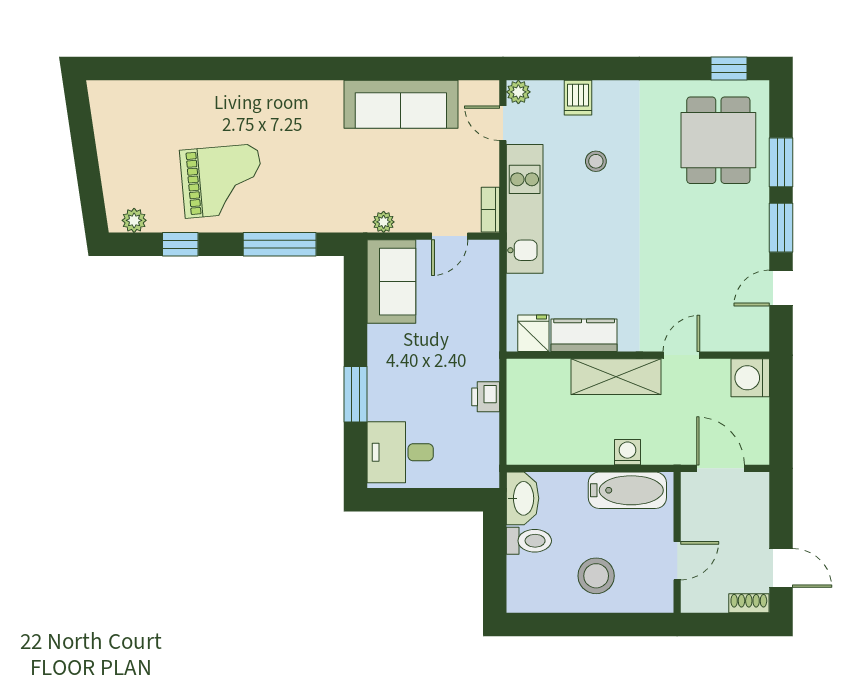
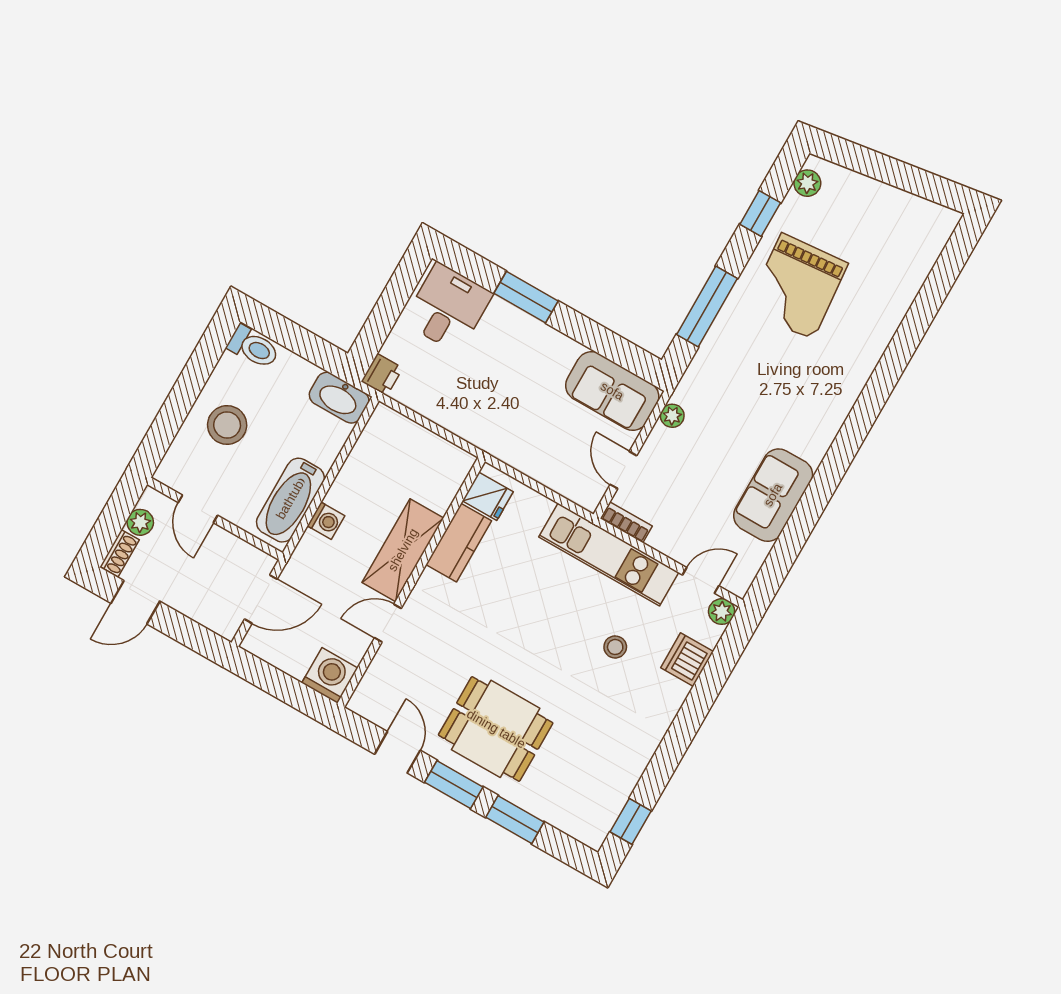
dishwasher: (578, 98) -> (687, 660), width x1.38
sofa: (401, 104) -> (773, 495), width x0.73
dining table: (718, 140) -> (496, 729), moved
door: (681, 355) -> (388, 623), swing flipped
printer: (486, 397) -> (382, 375), moved, turned 90
toilet: (529, 541) -> (253, 347), moved, turned -90
plant: (714, 601) -> (140, 522), added

